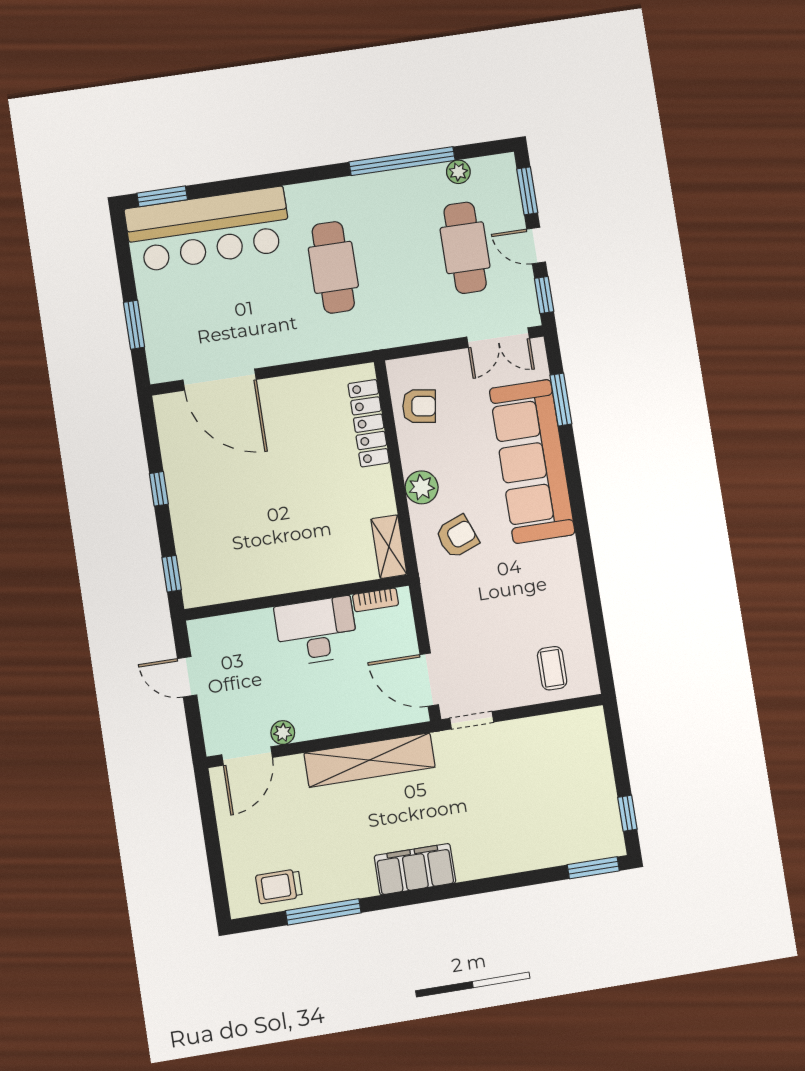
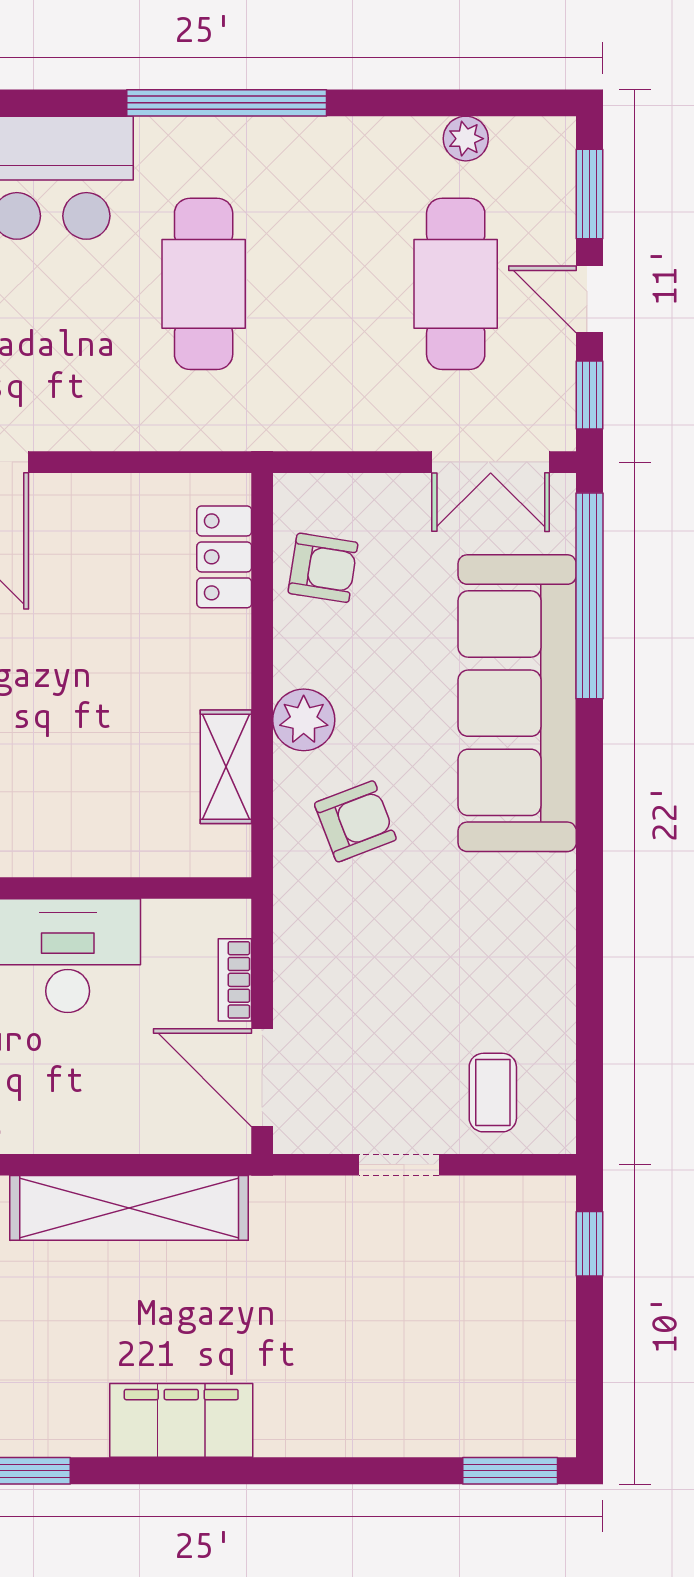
window: (402, 161) -> (227, 103), moved
window: (561, 400) -> (589, 596), width x2.11
locker: (369, 423) -> (224, 557), width x0.66
shelving: (389, 547) -> (226, 767), moved
bookcase: (376, 600) -> (235, 980), moved, turned 90
doorway: (472, 720) -> (399, 1165), moved
window: (627, 813) -> (589, 1244), moved

